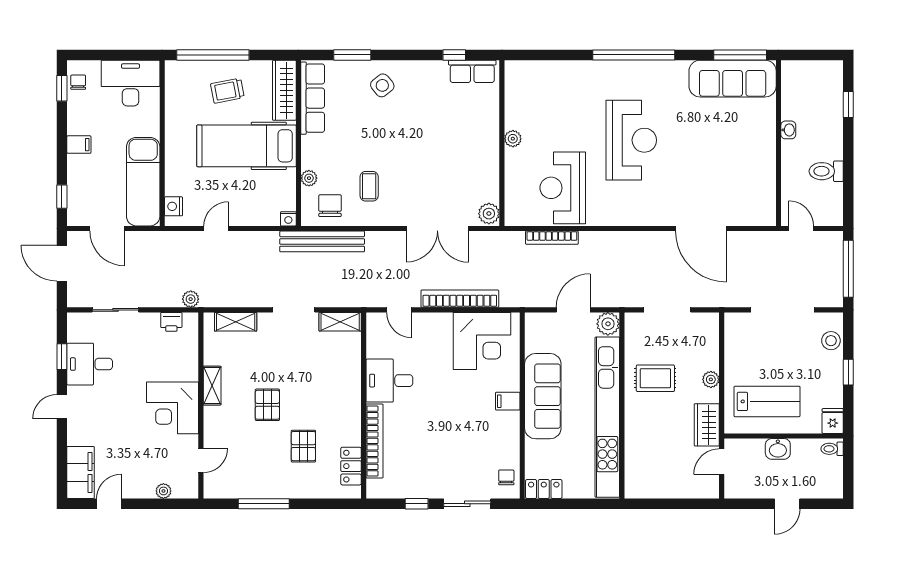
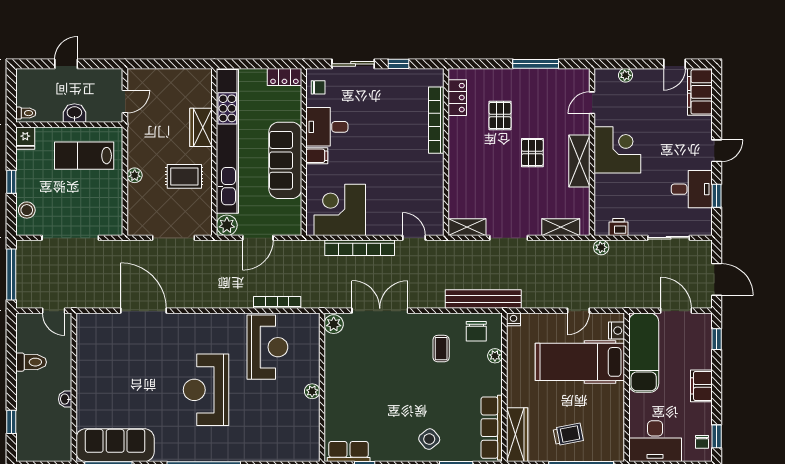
filing cabinet: (79, 145) -> (701, 386), width x2.00
hospital bed: (246, 146) -> (580, 362), moved, turned 180
desk: (389, 381) -> (327, 127), moved, turned 180
shelving: (212, 386) -> (579, 161), width x1.50, depth x1.33
wardrobe: (707, 425) -> (201, 127), moved, turned 180
chair: (506, 477) -> (318, 87), turned -90

